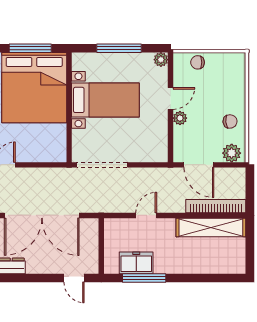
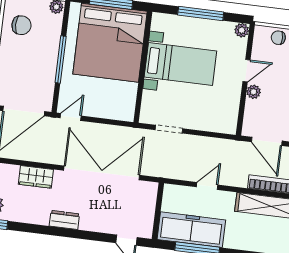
doorway: (102, 165) -> (169, 129), width x0.53
double door: (42, 215) -> (102, 173), swing flipped
freezer: (136, 263) -> (191, 230), width x1.91, depth x1.26

